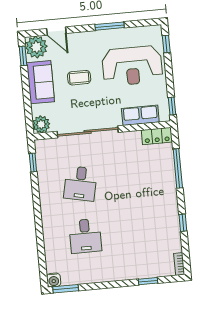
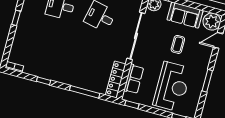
window: (23, 56) -> (209, 9), removed
reception desk: (132, 66) -> (172, 87), turned 180
locker: (157, 136) -> (116, 80), width x1.53
window: (148, 281) -> (16, 18), moved

